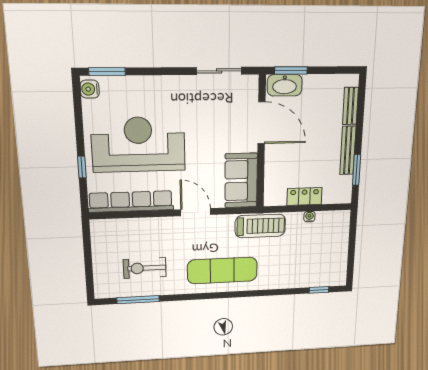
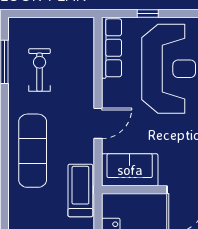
row of seats: (131, 202) -> (111, 48), width x0.73
treadmill: (260, 226) -> (80, 190), turned 180

